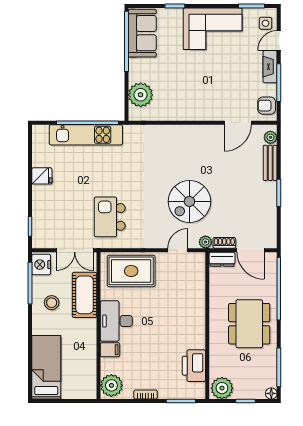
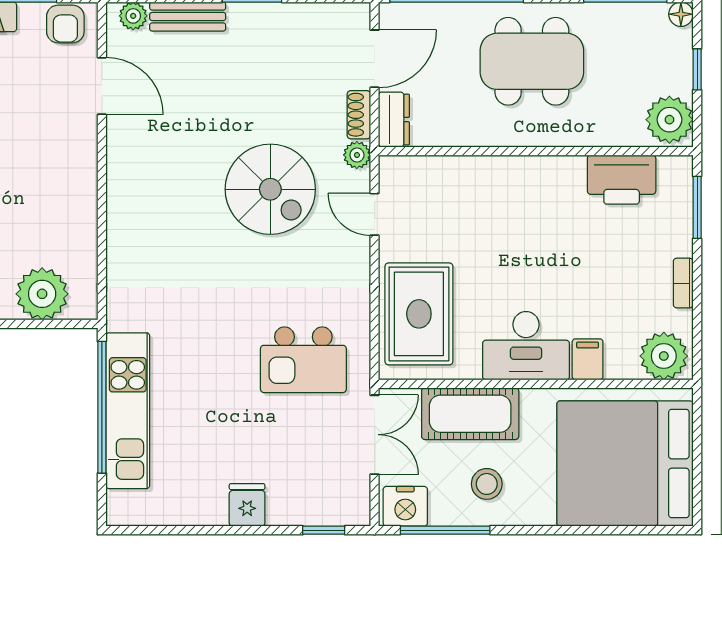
fridge: (42, 176) -> (247, 505), moved
bed: (46, 367) -> (625, 464), width x2.04

